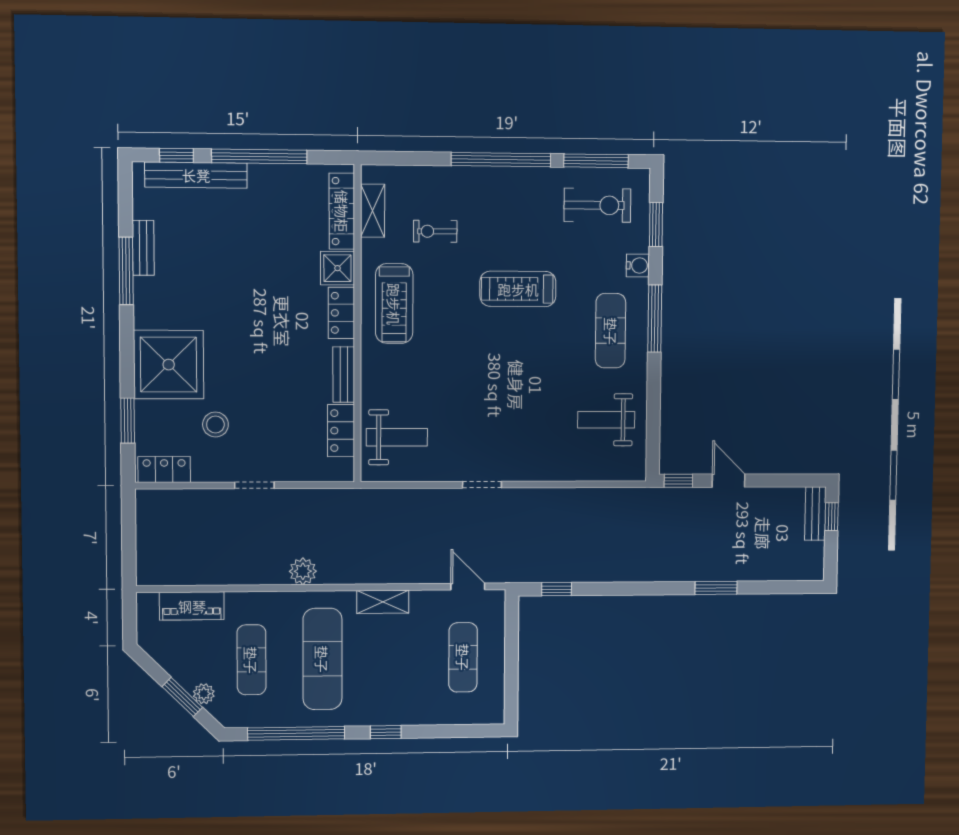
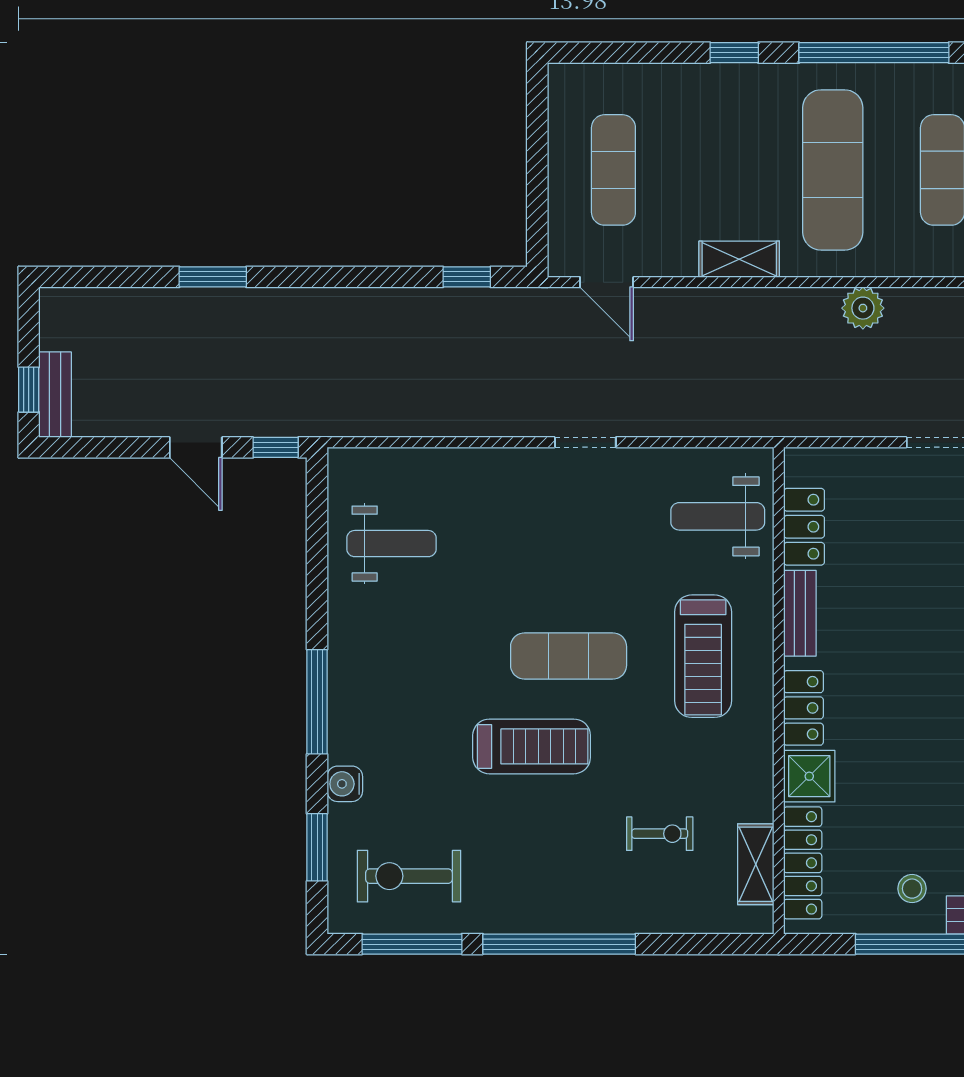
stool: (270, 193) -> (912, 889), added
treadmill: (394, 304) -> (703, 656), moved, turned 180
exercise mat: (611, 331) -> (569, 656), moved, turned 90

